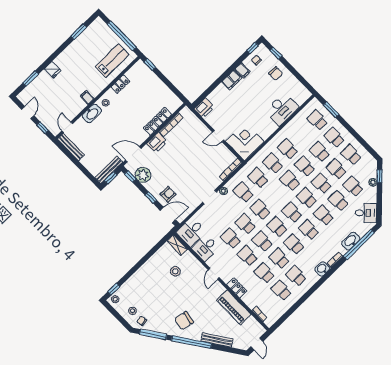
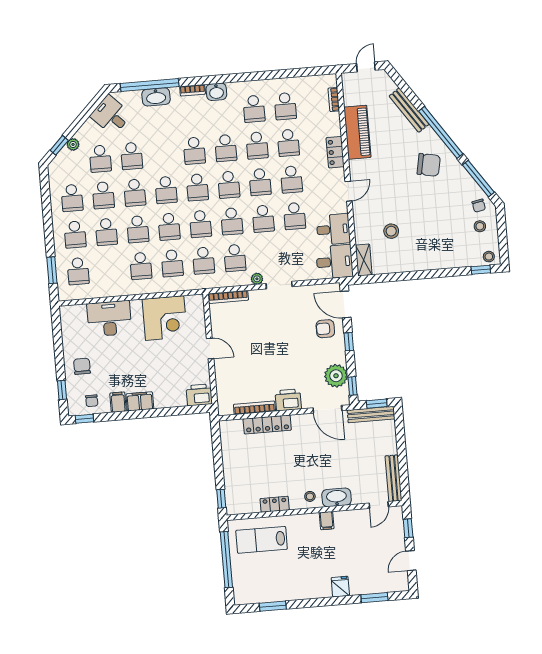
corner desk: (245, 141) -> (165, 318), moved, turned -90
school desk: (324, 215) -> (200, 224), moved

